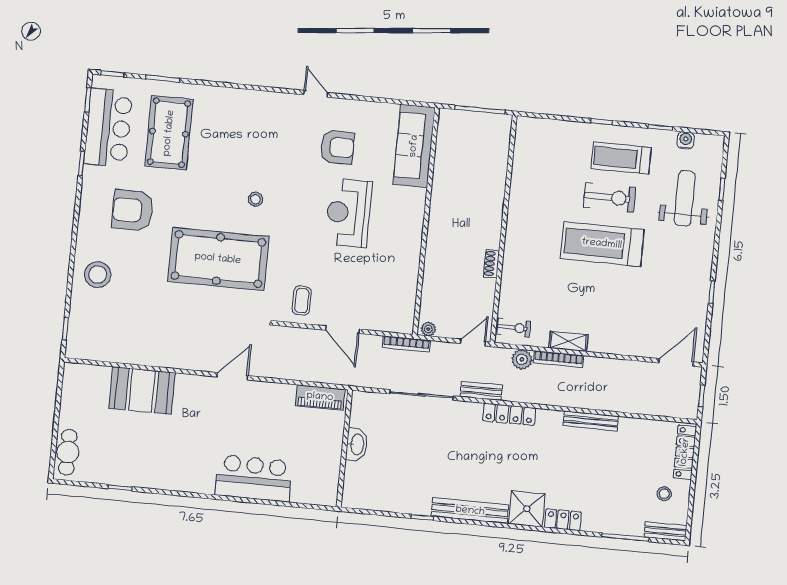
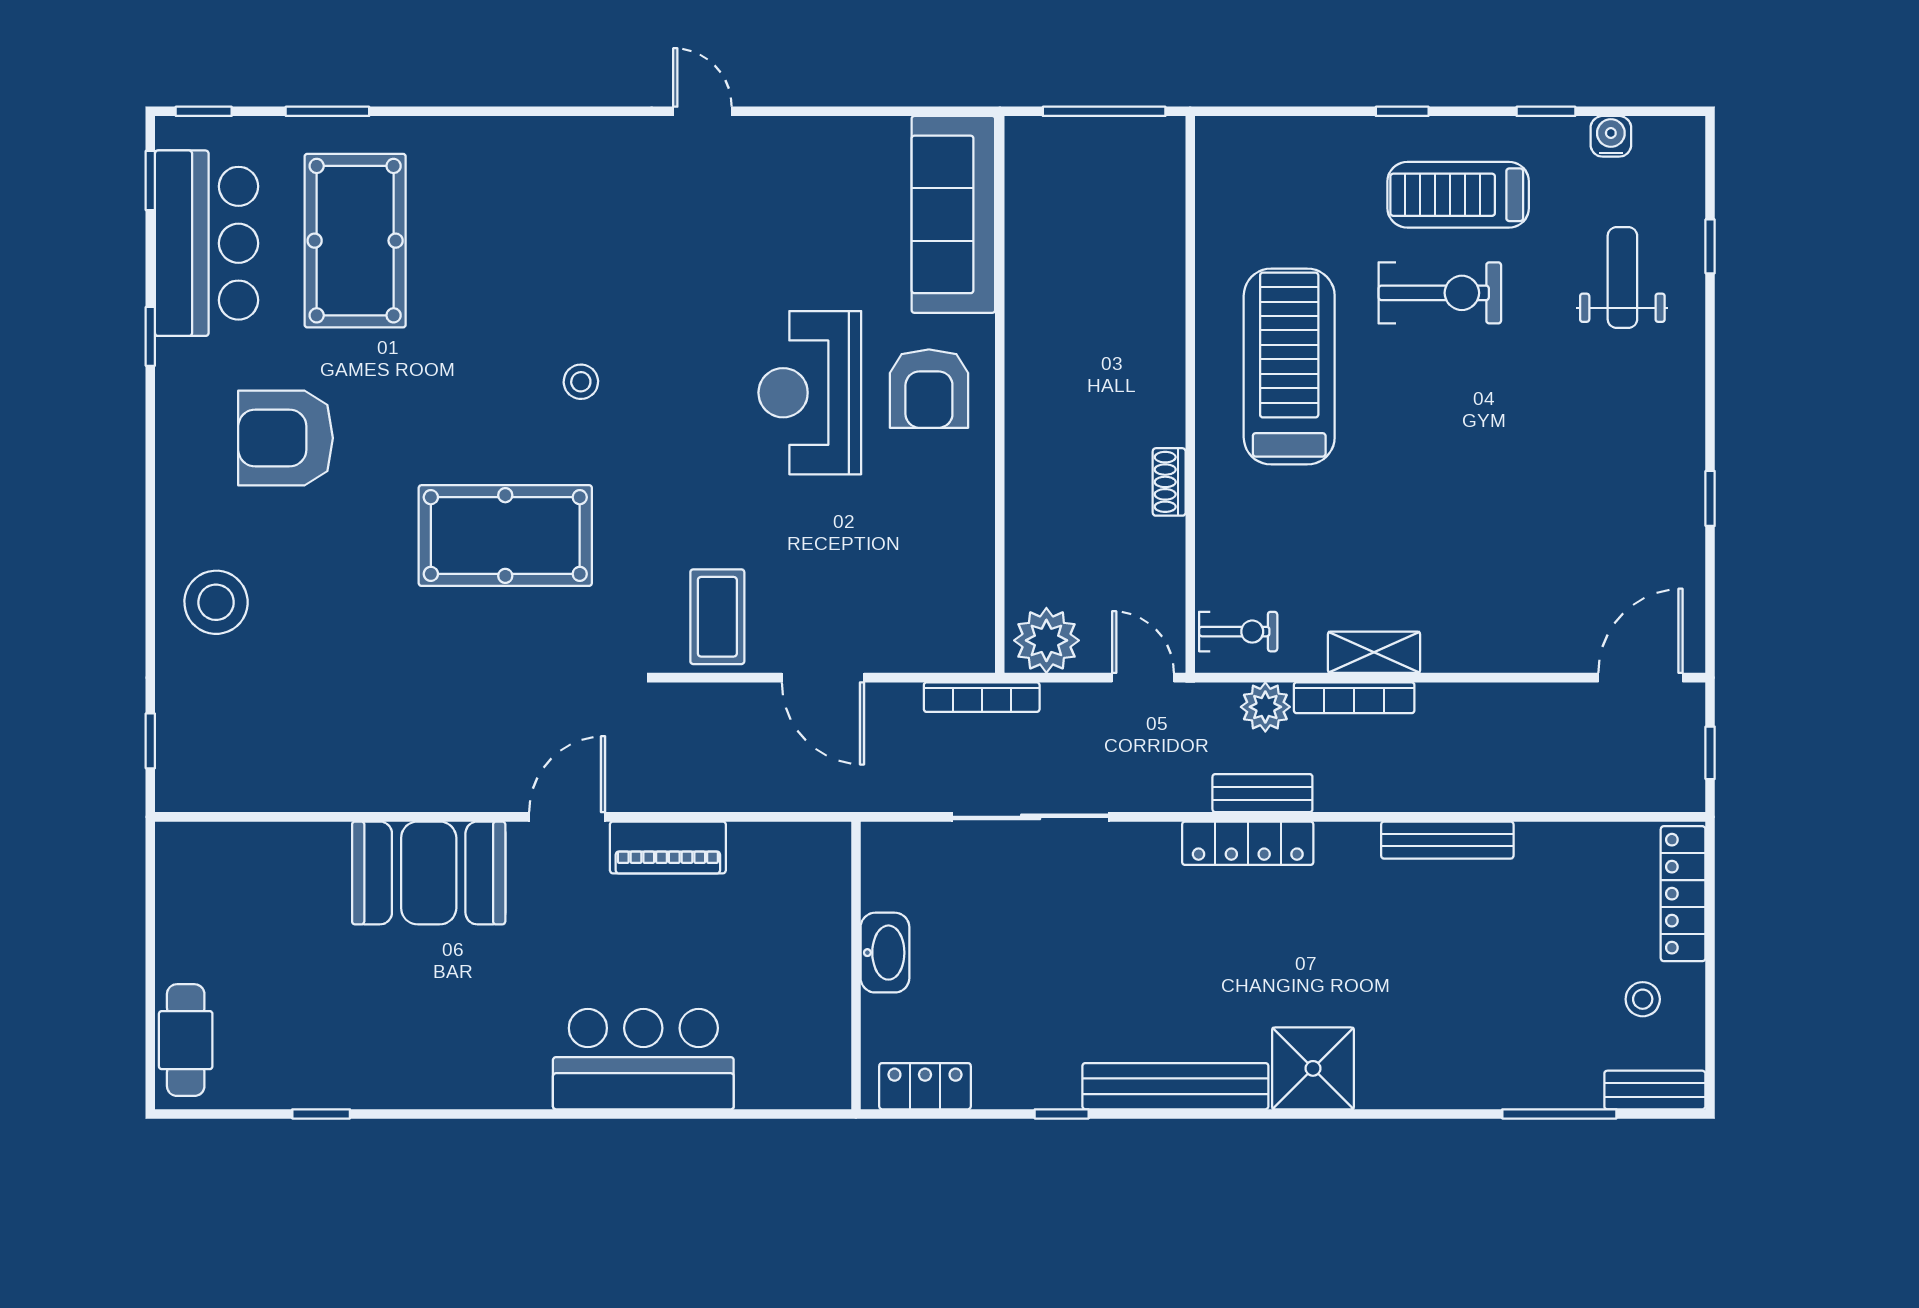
armchair: (337, 147) -> (929, 389), moved, turned 90
weight bench: (685, 198) -> (1622, 278), width x0.73, depth x0.75
treadmill: (602, 244) -> (1289, 367), moved, turned 90
pool table: (218, 259) -> (505, 536), width x0.73, depth x0.76
coffee table: (302, 301) -> (717, 617), width x1.36, depth x1.30
plant: (428, 329) -> (1046, 640), width x1.87, depth x1.87
door: (473, 342) -> (1143, 678), hinge flipped
booth: (142, 391) -> (429, 873), moved
bench: (481, 391) -> (1262, 793), moved
piano: (320, 397) -> (668, 847), moved
locker: (563, 520) -> (925, 1086), moved

